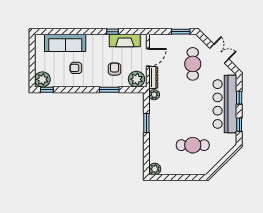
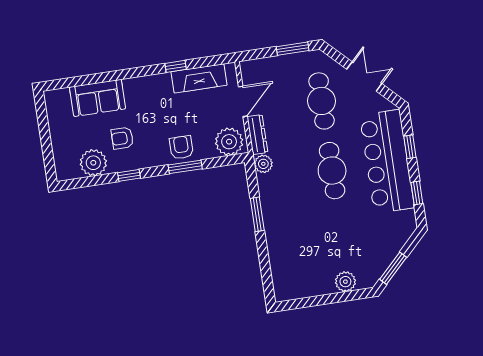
sofa: (65, 43) -> (98, 98), width x0.73
armchair: (115, 69) -> (181, 147), moved
plant: (42, 79) -> (93, 163), moved
window: (47, 90) -> (129, 175), moved
cafe table: (193, 145) -> (332, 171), moved, turned 90
window: (219, 165) -> (393, 268), added
plant: (155, 169) -> (345, 282), moved

